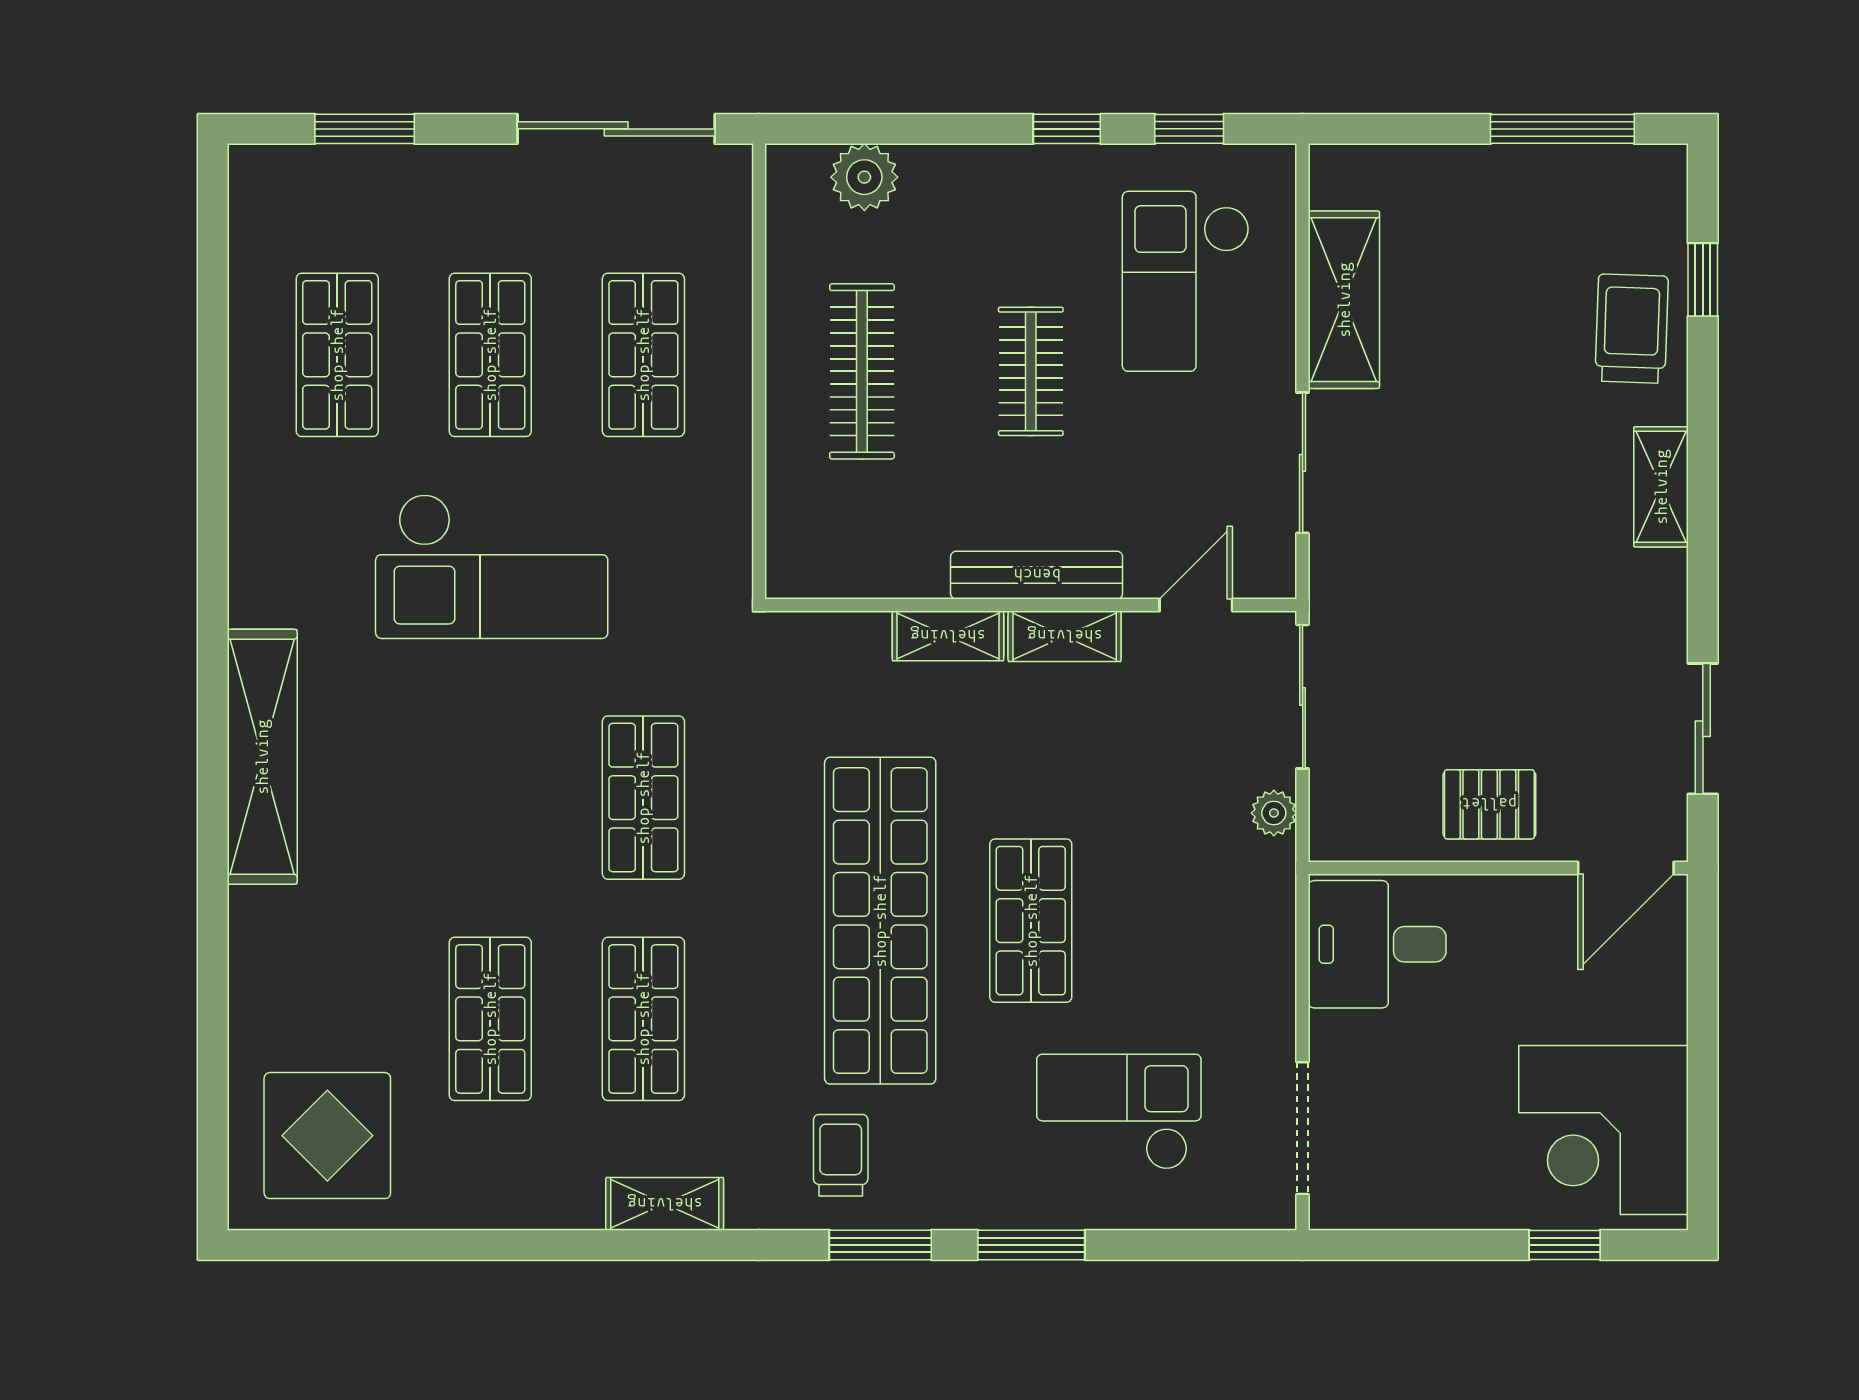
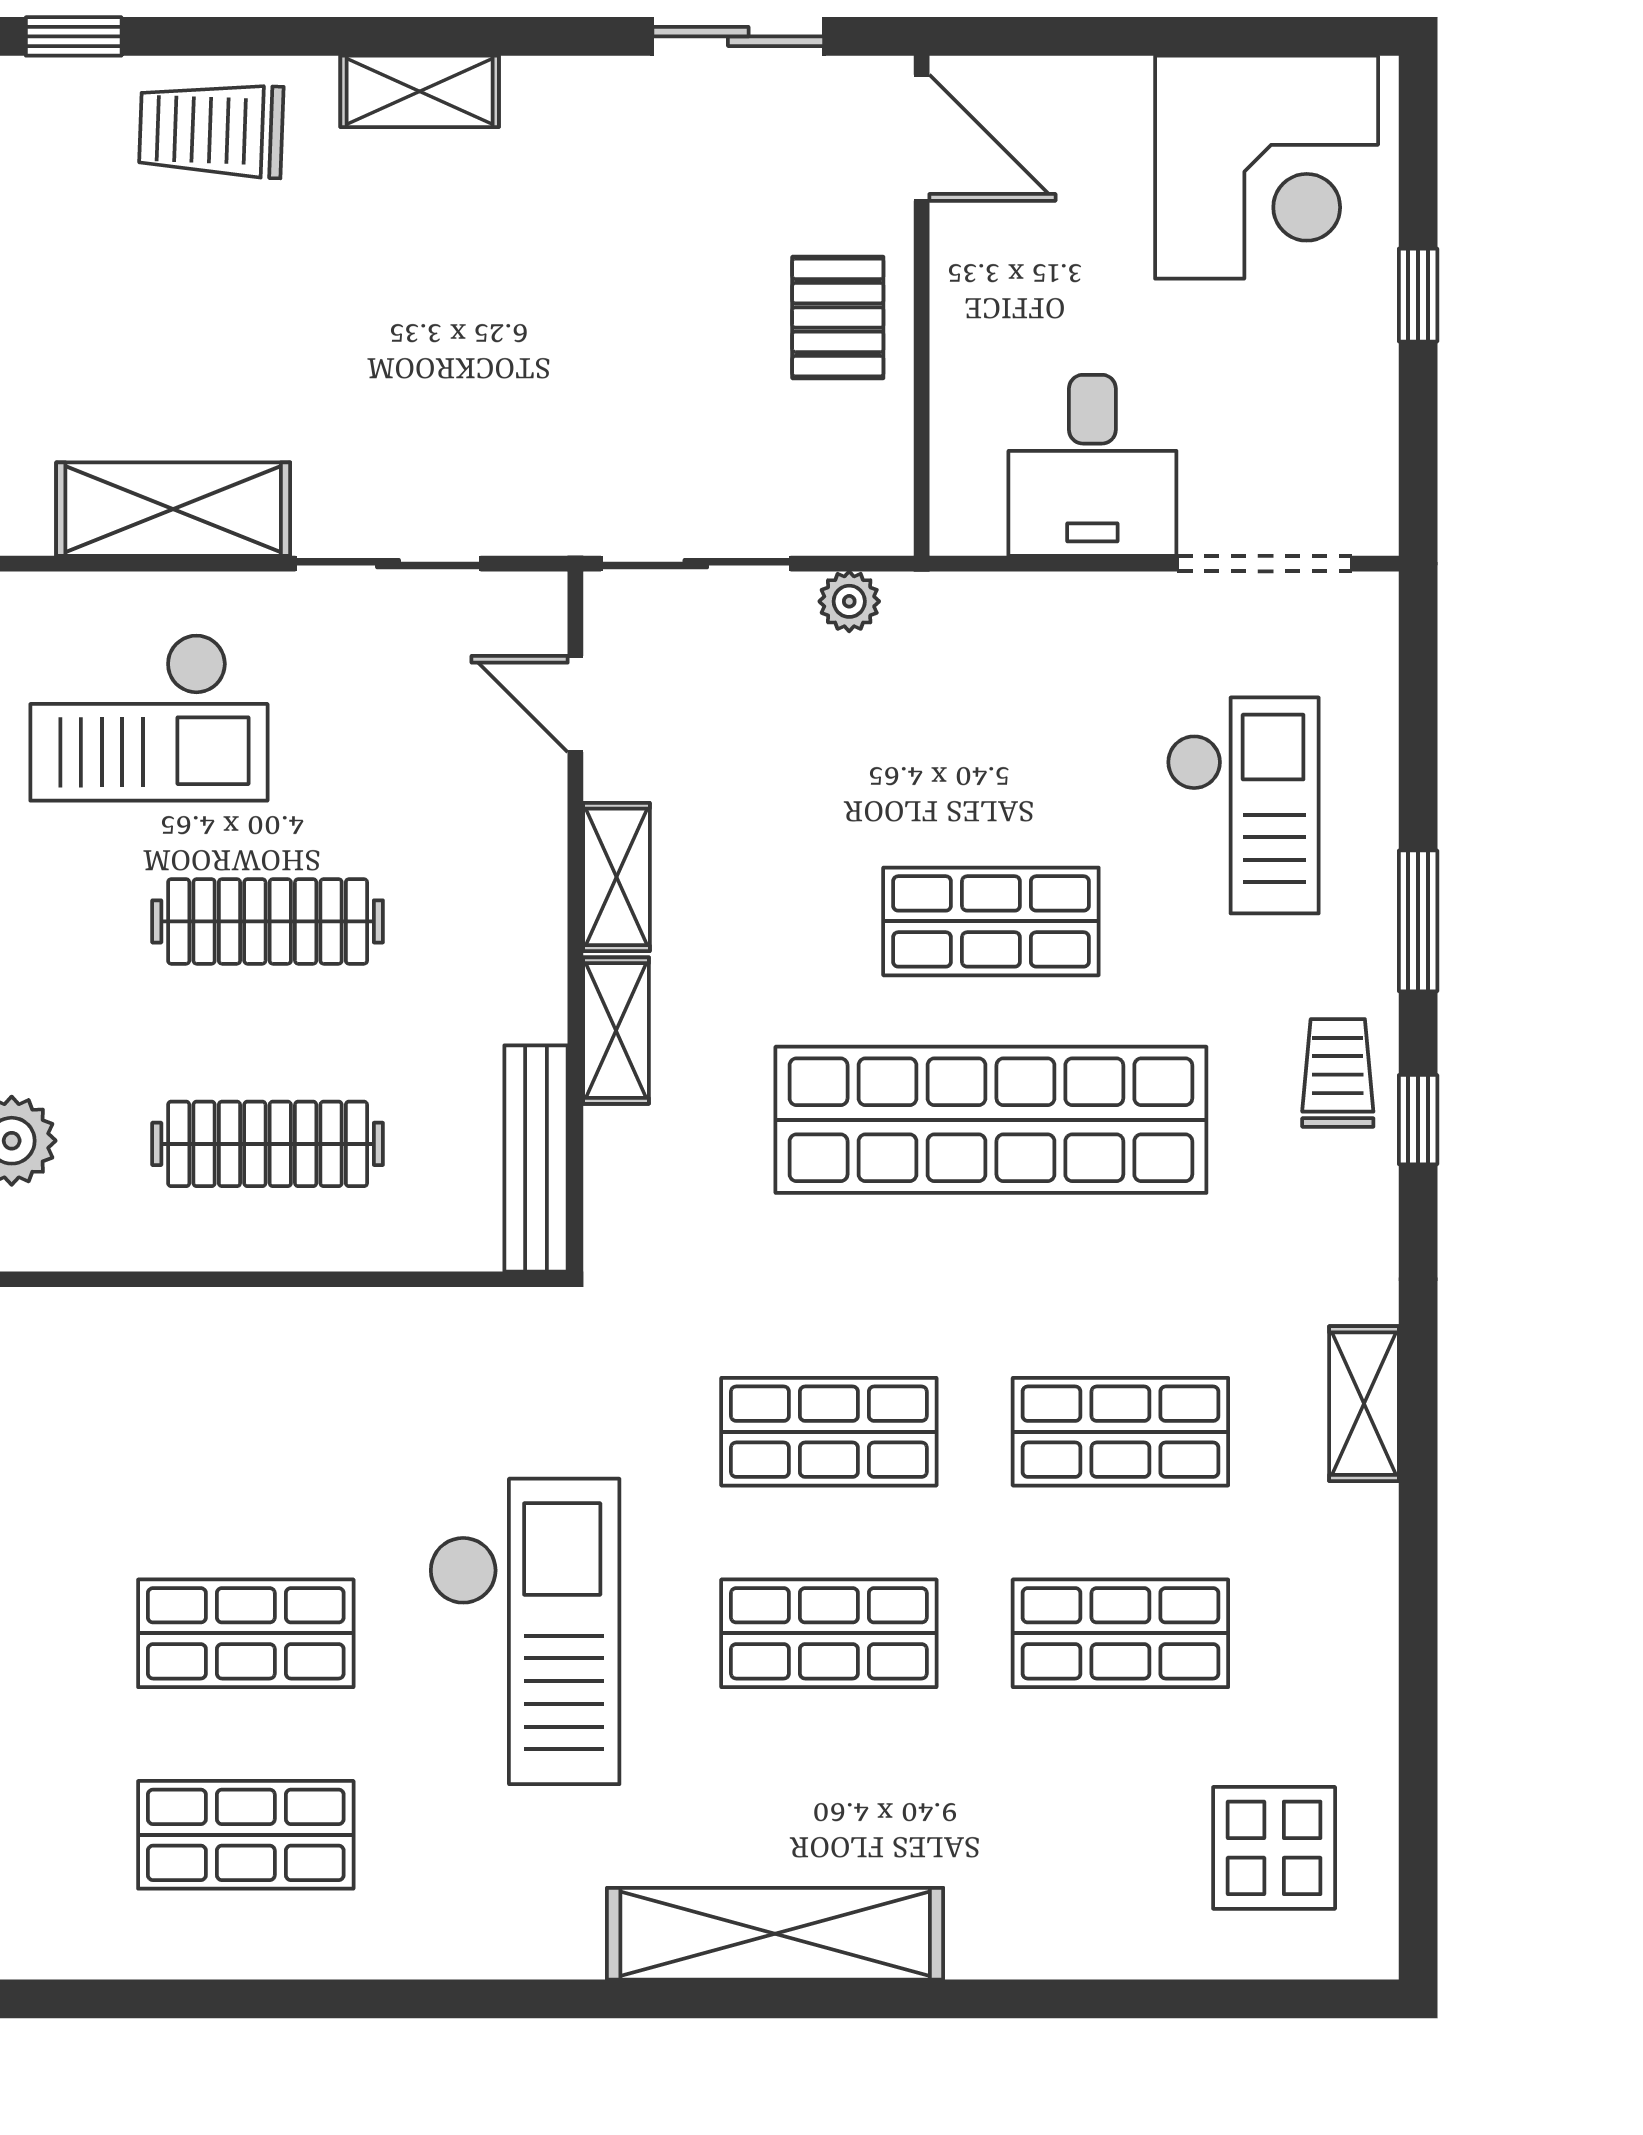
window: (1703, 280) -> (74, 36), moved
shop shelf: (643, 355) -> (829, 1633), moved
clothes rail: (1031, 371) -> (268, 921), width x1.36
bench: (1037, 575) -> (536, 1158), moved
desk: (1377, 944) -> (1092, 465), moved
checkout: (1119, 1112) -> (1243, 805), turned 180
display table: (327, 1136) -> (1274, 1848), width x0.73, depth x0.73
trolley: (841, 1155) -> (1338, 1073), moved, turned 90
window: (880, 1245) -> (1418, 1120), width x0.67
window: (1565, 1245) -> (1418, 295), moved

